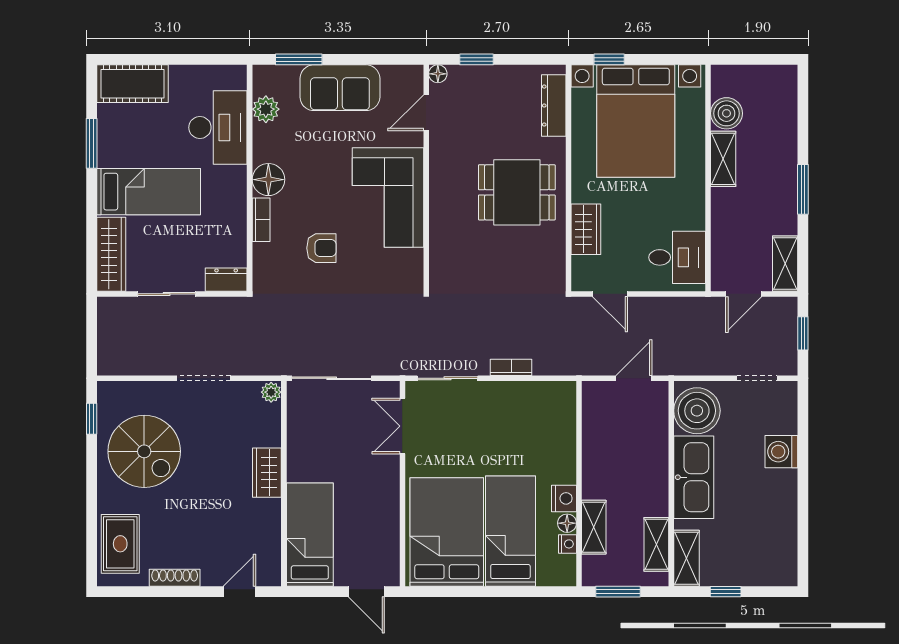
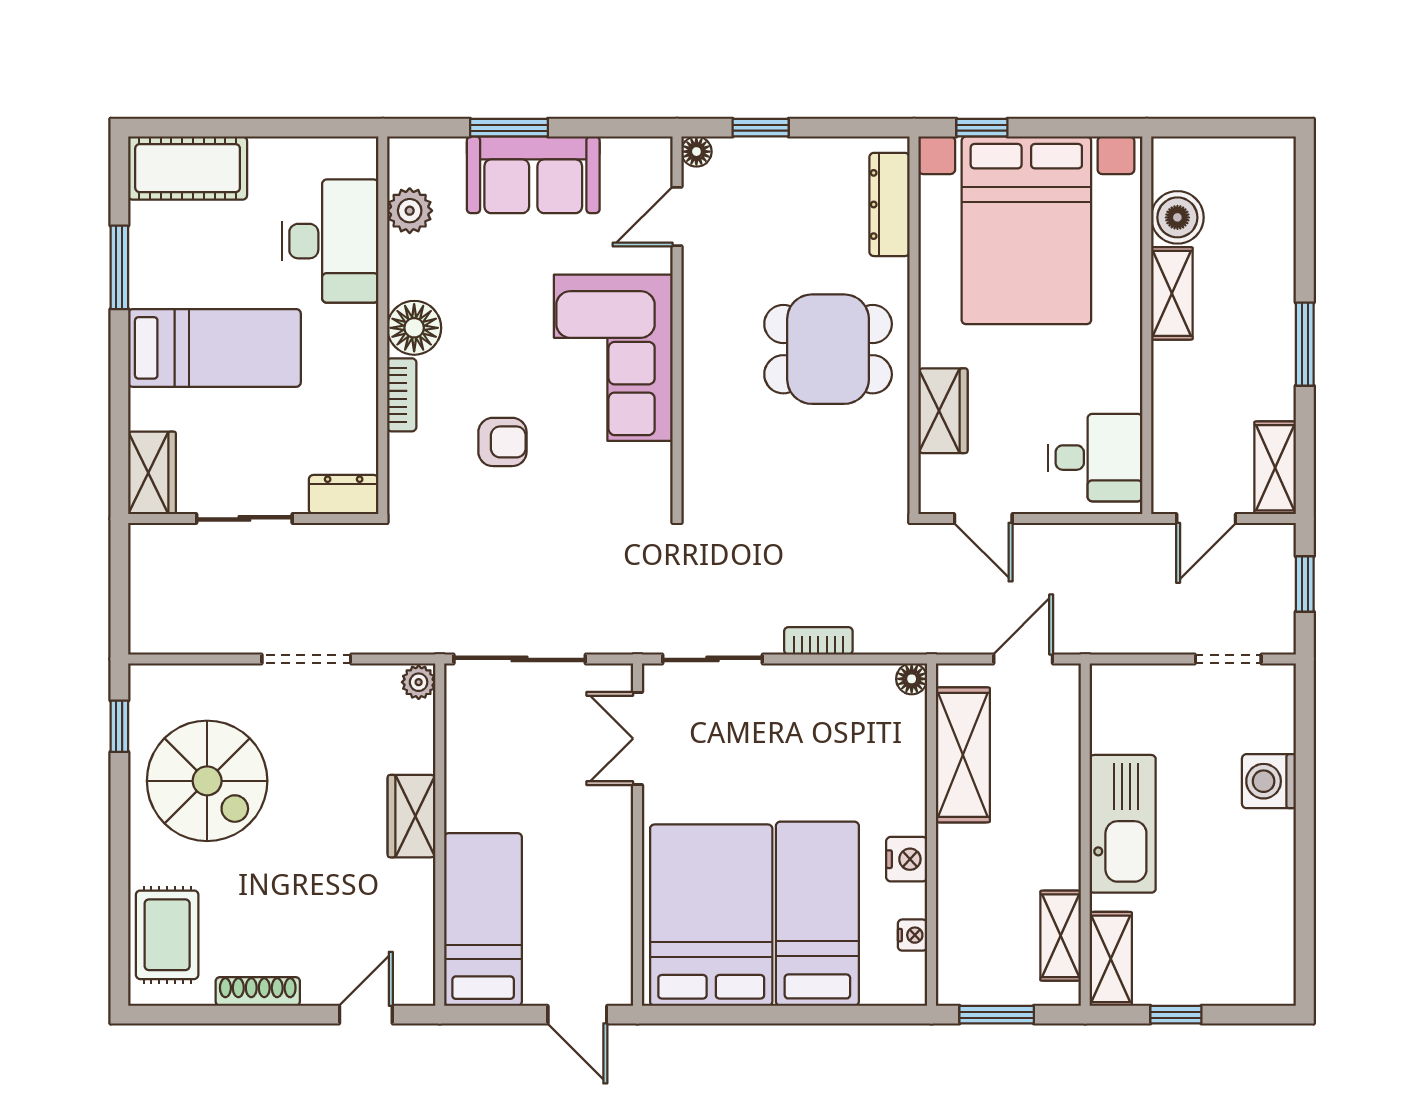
window: (299, 59) -> (509, 128), moved
wardrobe: (111, 254) -> (152, 473), width x0.67
boiler: (697, 411) -> (1128, 713), removed
floor lamp: (567, 523) -> (912, 679), moved
shelving: (594, 527) -> (963, 755), moved, width x1.50, depth x1.33

